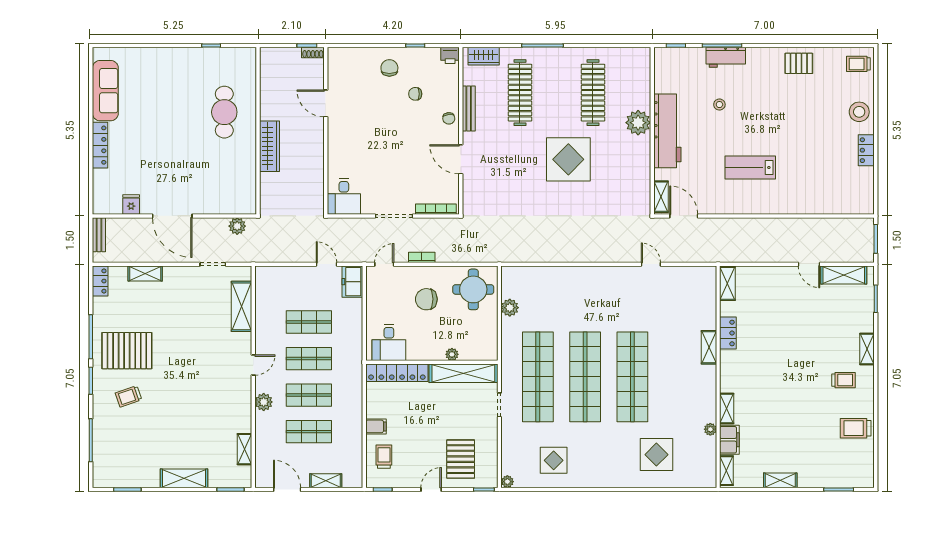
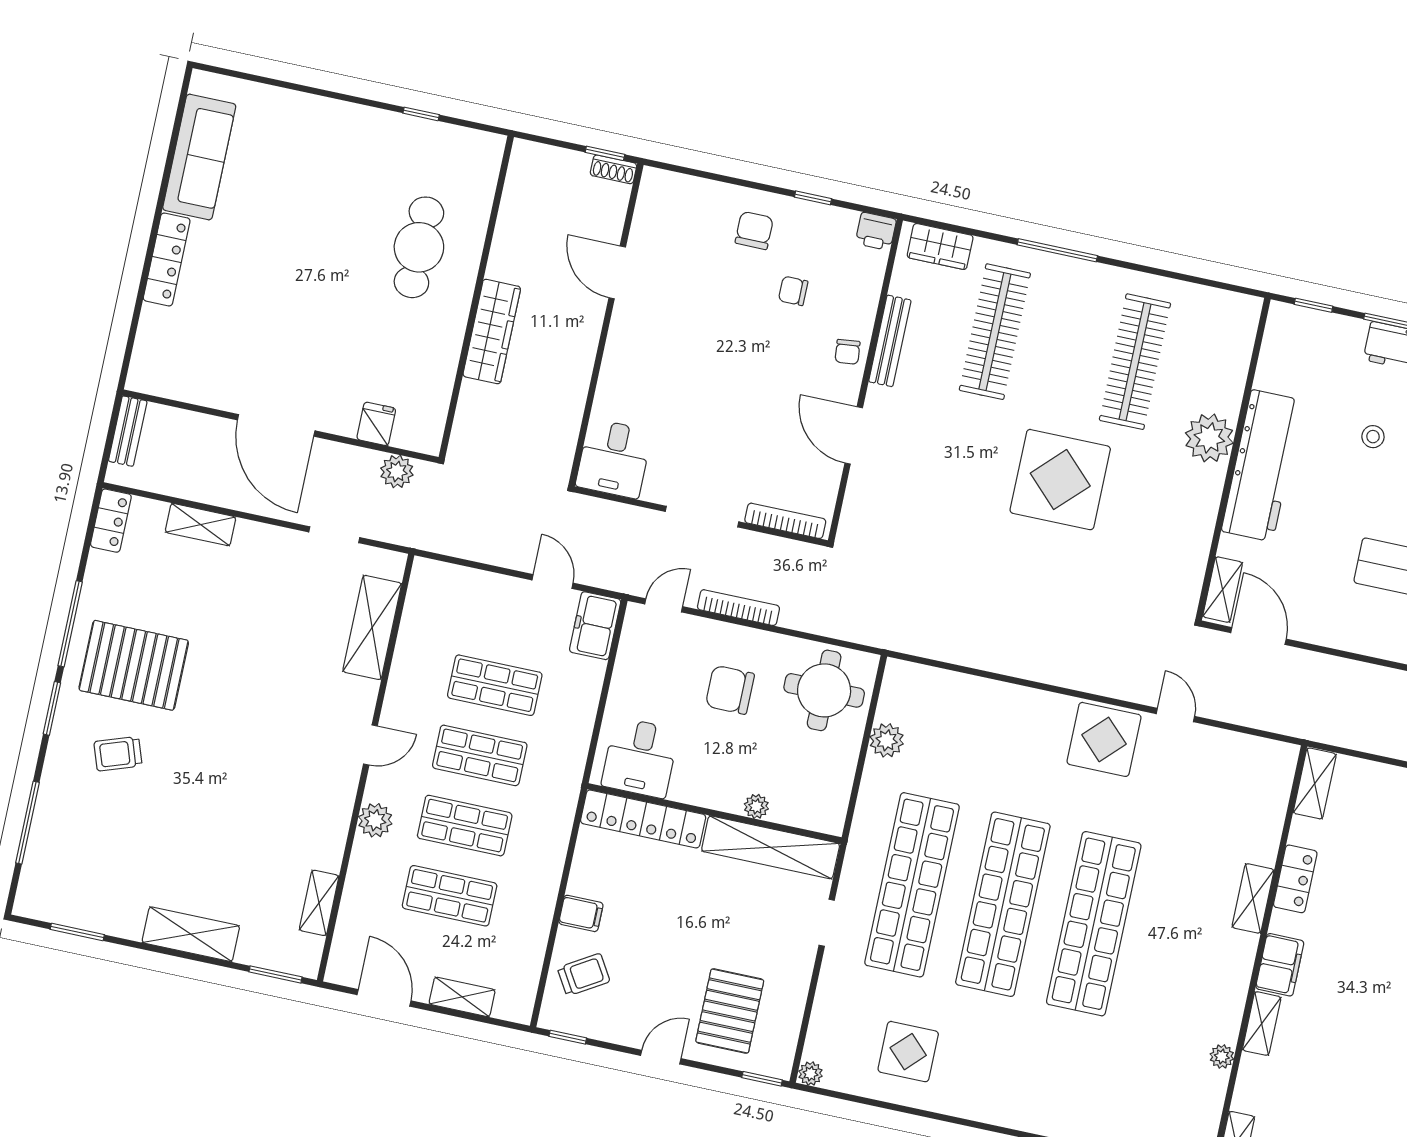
fridge: (131, 205) -> (376, 424), moved
bookcase: (422, 257) -> (738, 608), width x1.56
filing cabinet: (729, 440) -> (1280, 965), moved
display table: (656, 455) -> (1104, 739), moved
trolley: (384, 457) -> (584, 975), turned 59

